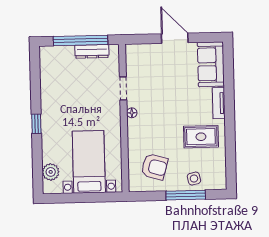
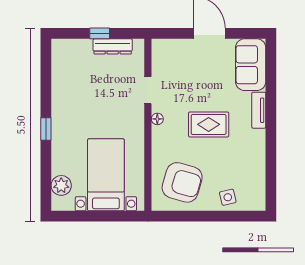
window: (80, 41) -> (100, 33), width x0.32
rug: (201, 137) -> (209, 124), moved
armchair: (154, 167) -> (182, 182), width x1.36, depth x1.36
window: (186, 195) -> (218, 216), removed

